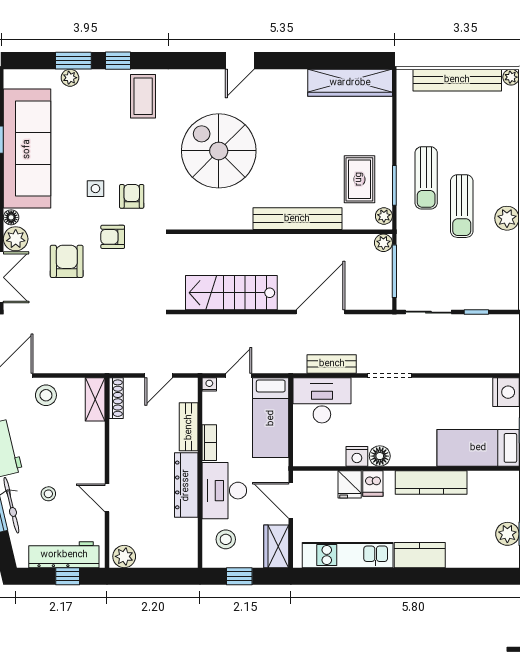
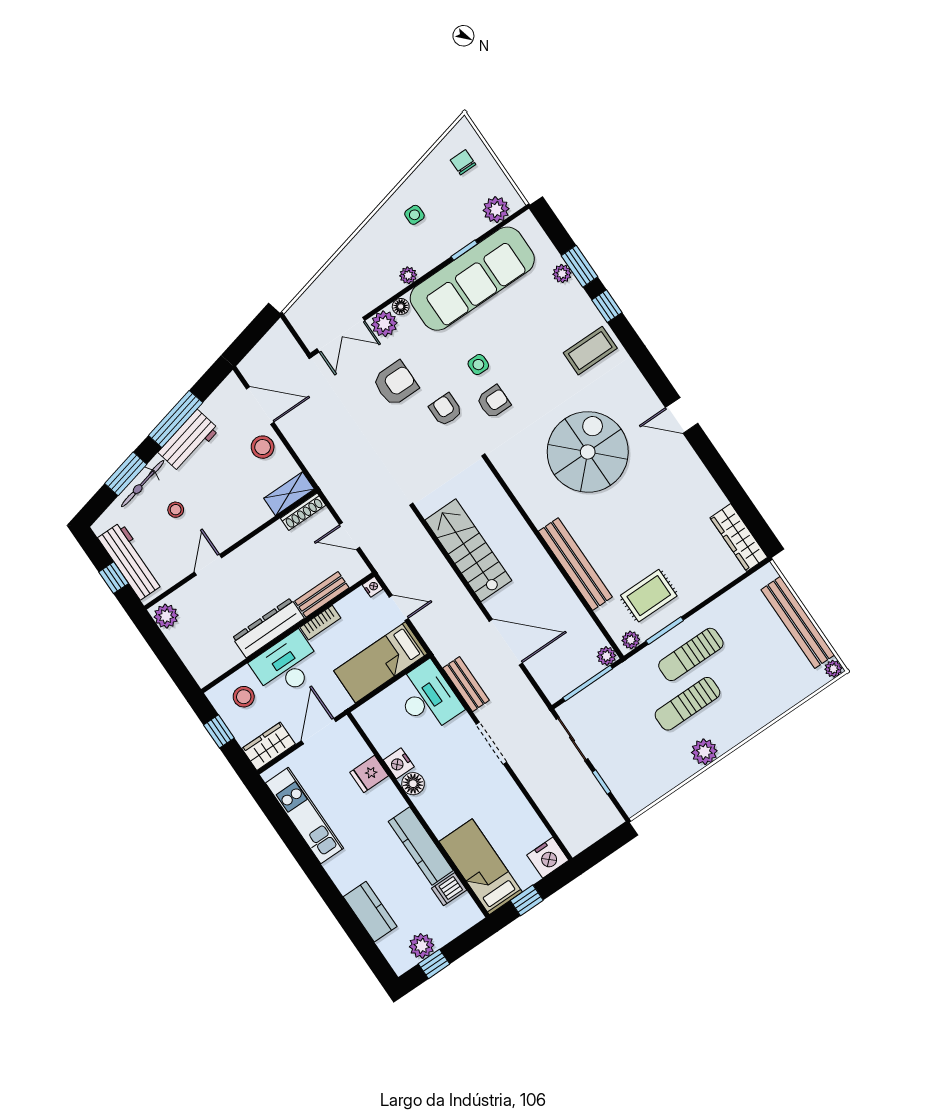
wardrobe: (350, 83) -> (739, 537), width x0.71, depth x0.85
dishwasher: (373, 483) -> (449, 889), moved
kitchen counter: (420, 555) -> (370, 912), moved

